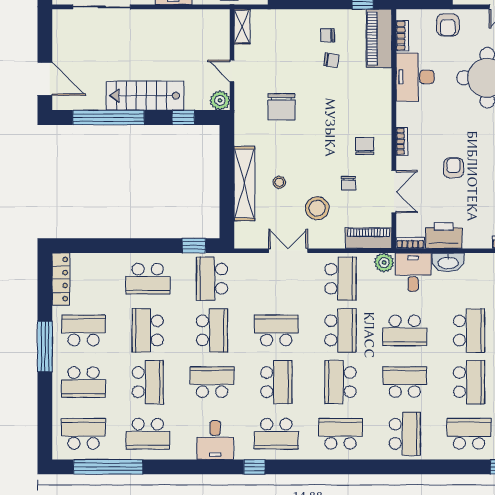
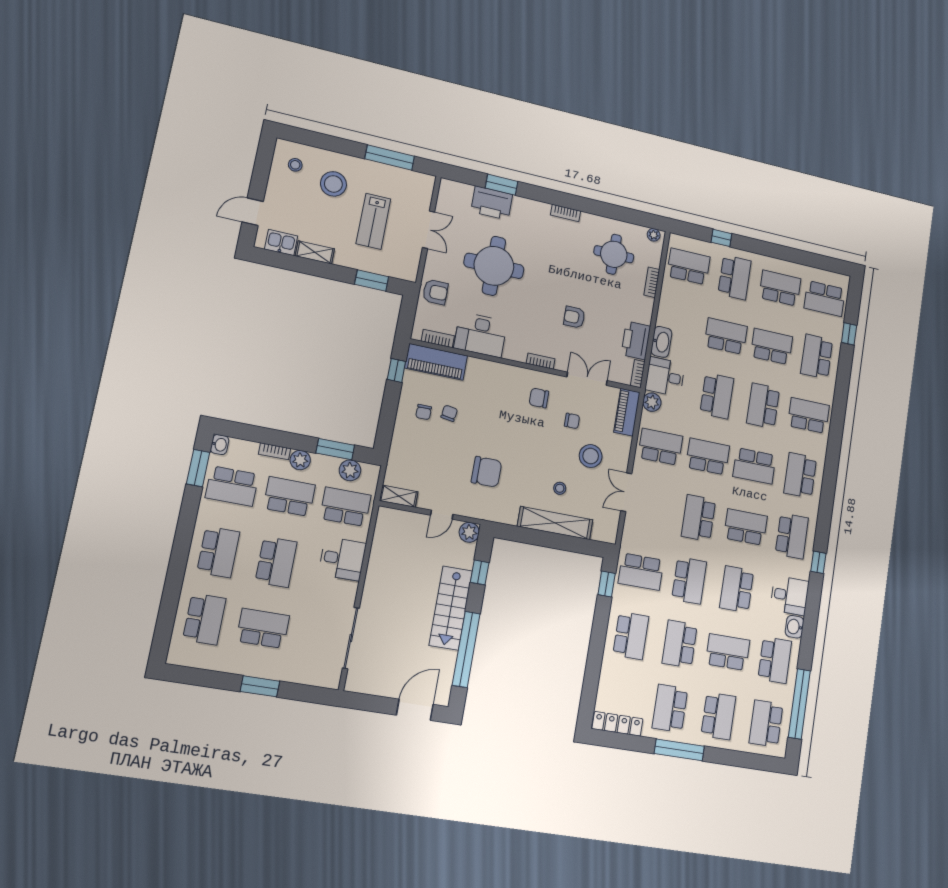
school desk: (148, 330) -> (680, 644), turned 90
school desk: (212, 330) -> (689, 580), turned 90
washbasin: (185, 450) -> (794, 627), added

